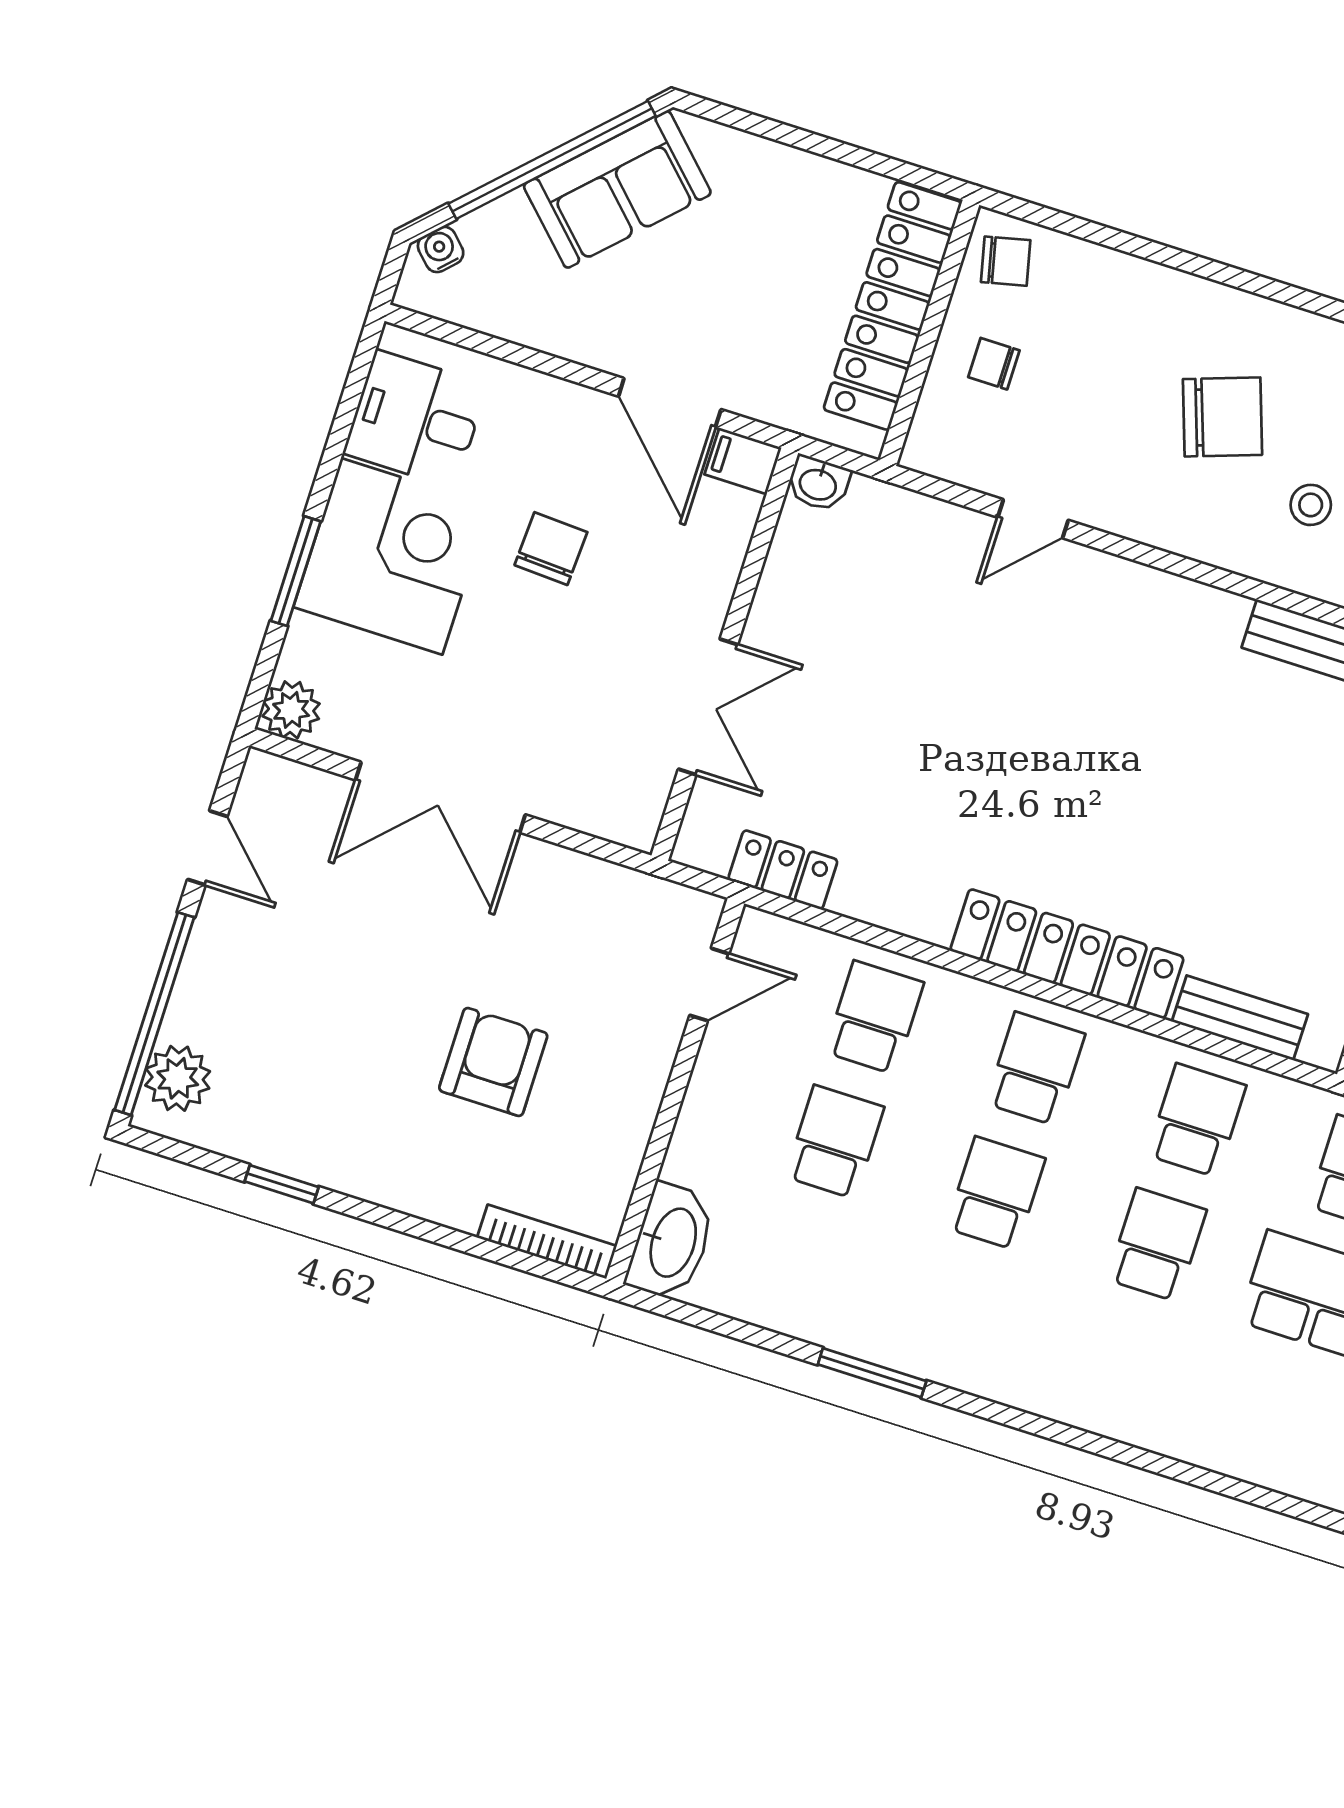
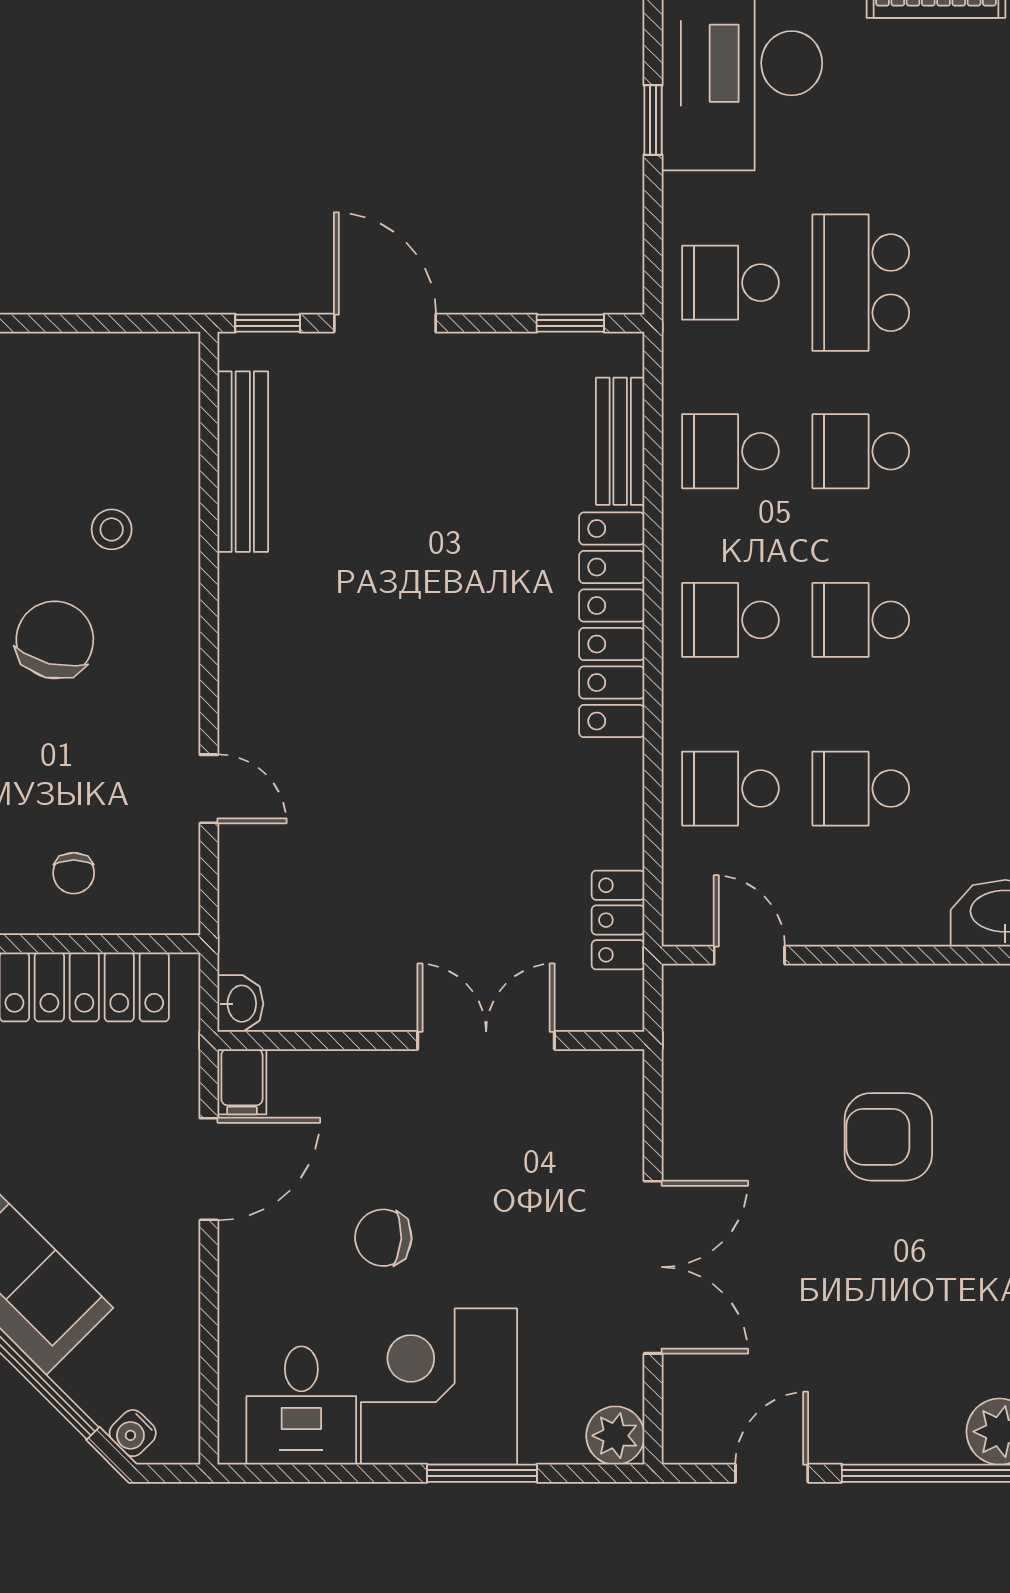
chair: (1223, 417) -> (55, 640), turned 33

